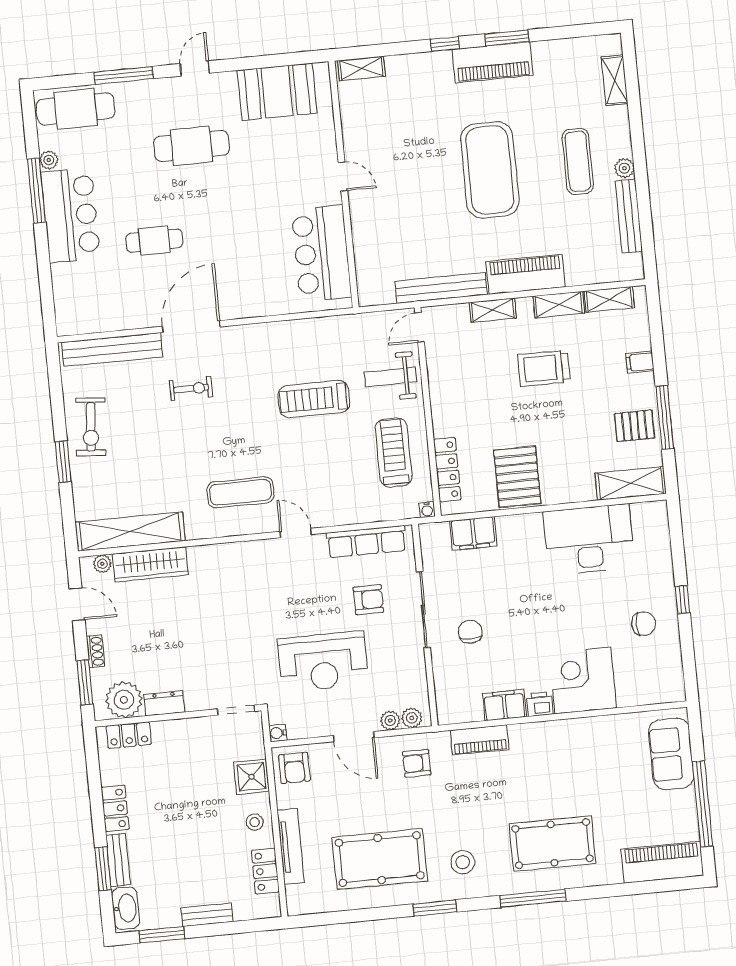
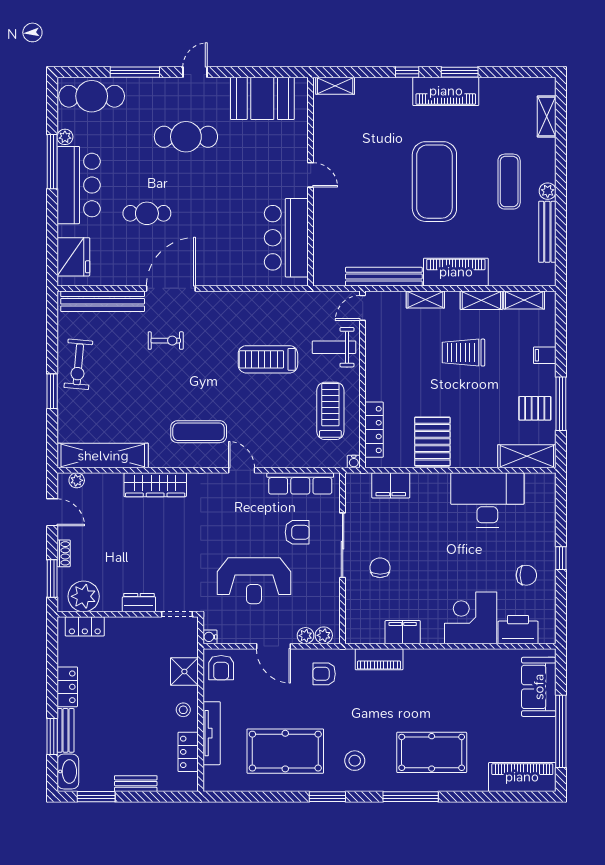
fridge: (73, 301) -> (73, 257), added
wardrobe: (150, 564) -> (155, 485), moved
dresser: (164, 703) -> (139, 603), moved
printer: (540, 704) -> (518, 630), moved, width x1.87, depth x1.48

